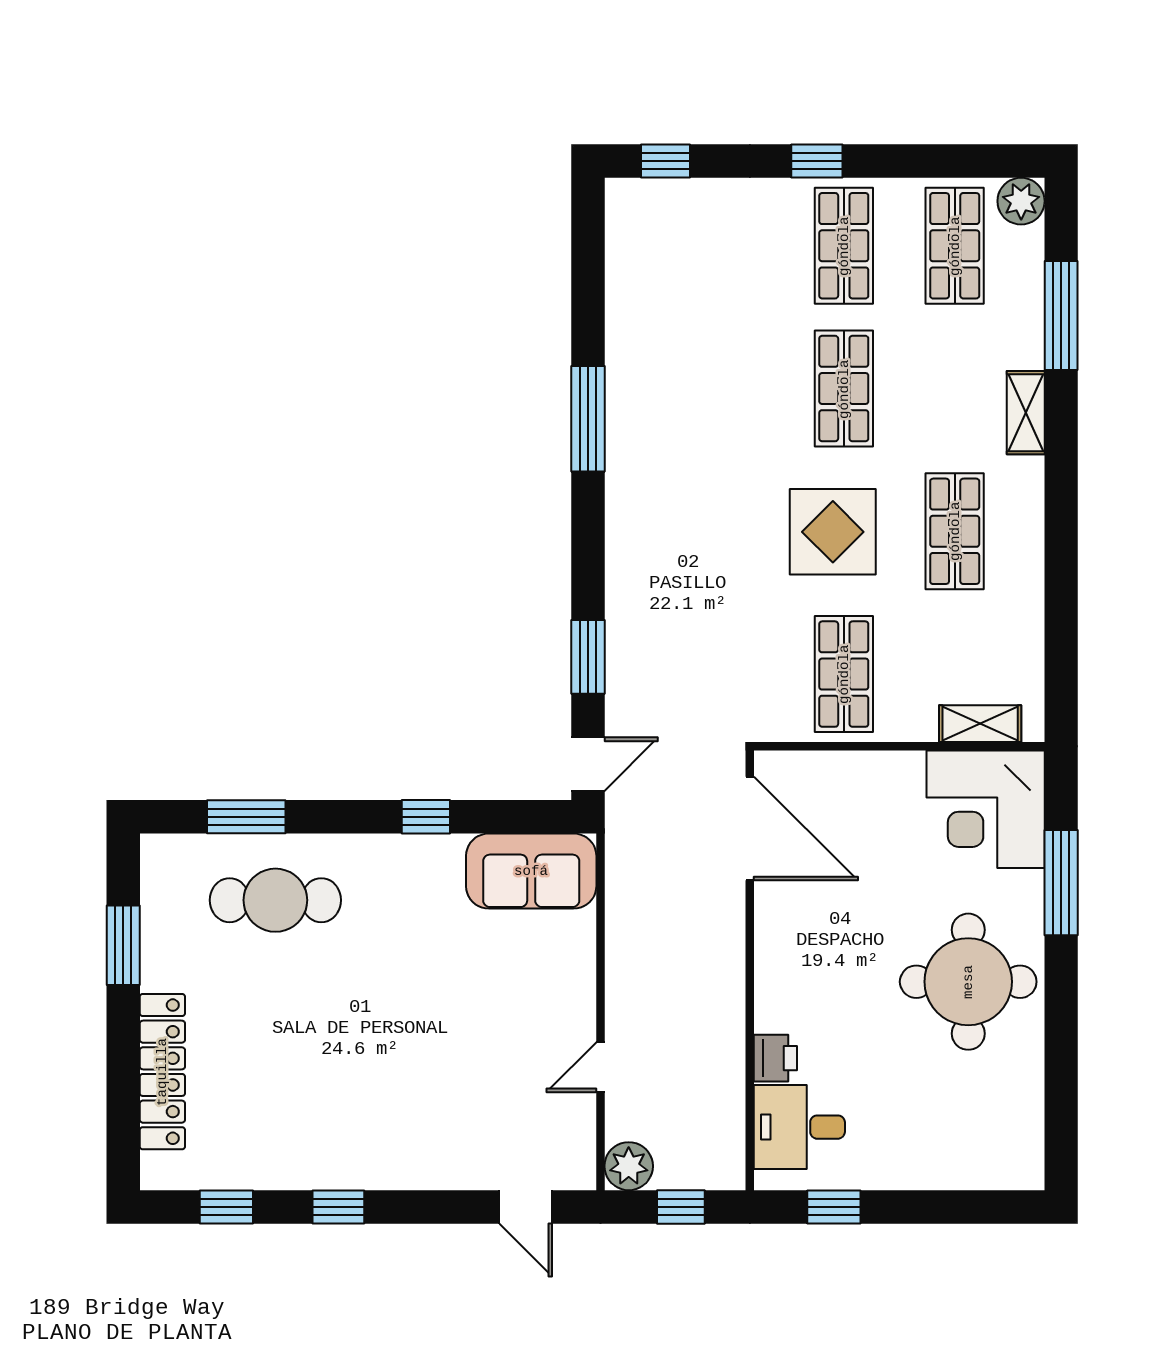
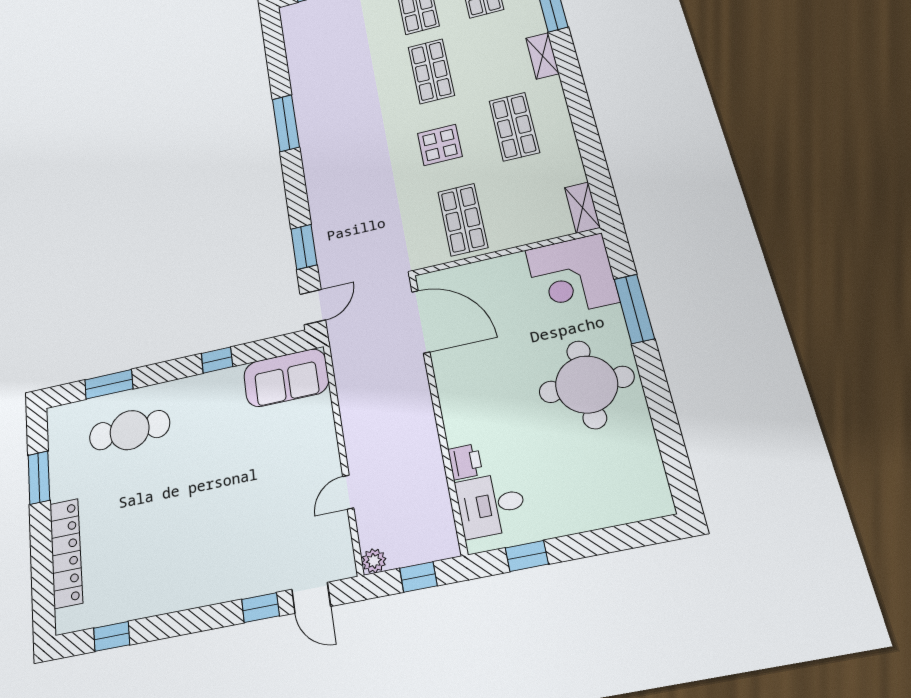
display table: (833, 532) -> (440, 145), width x0.73, depth x0.73
shelving: (980, 724) -> (582, 208), moved, turned 90
plant: (629, 1166) -> (374, 561), width x0.73, depth x0.73
window: (338, 1207) -> (260, 608), moved

